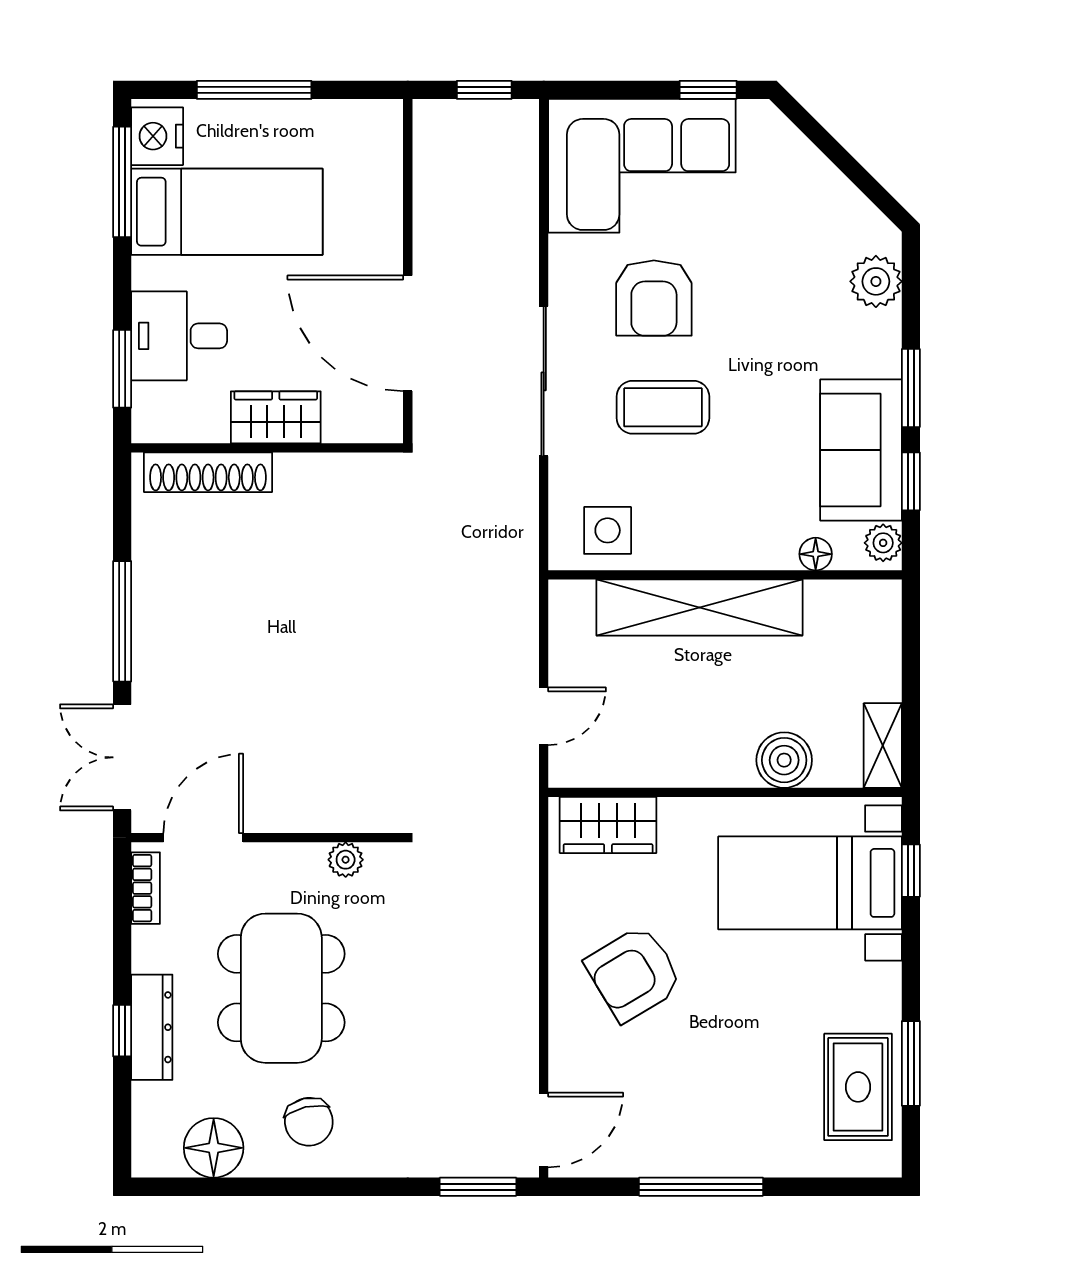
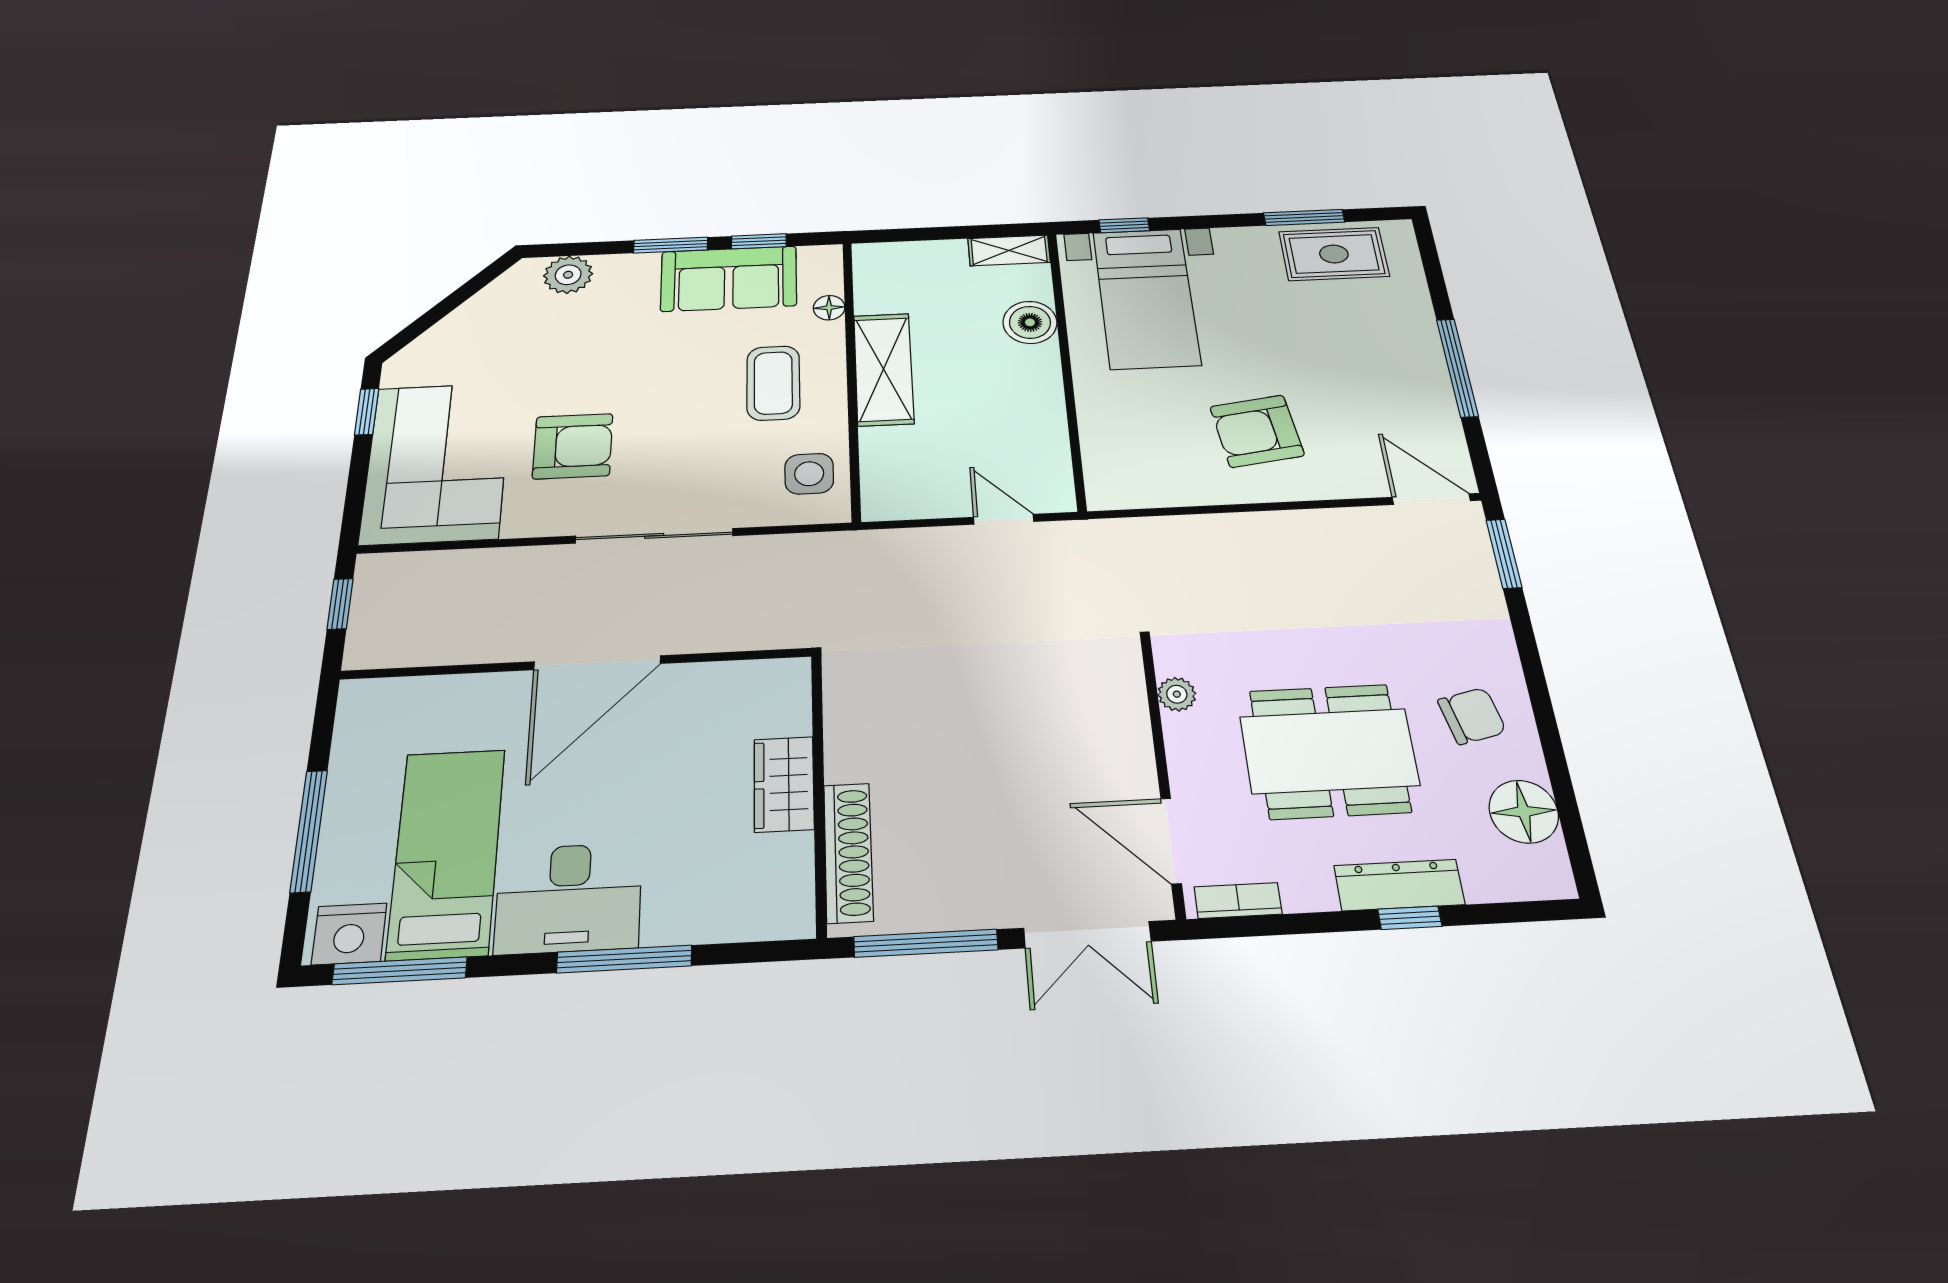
desk: (179, 336) -> (569, 898), width x1.37
window: (122, 369) -> (624, 959), width x1.44
coffee table: (663, 407) -> (773, 383), moved
wardrobe: (276, 417) -> (784, 784), moved
wall: (267, 448) -> (819, 791), moved
shoe rack: (208, 472) -> (848, 852), moved
plant: (883, 543) -> (817, 259), removed
shelving: (699, 607) -> (884, 369), width x0.68
wardrobe: (608, 825) -> (1110, 459), removed
armchair: (634, 974) -> (1257, 431), turned 113

